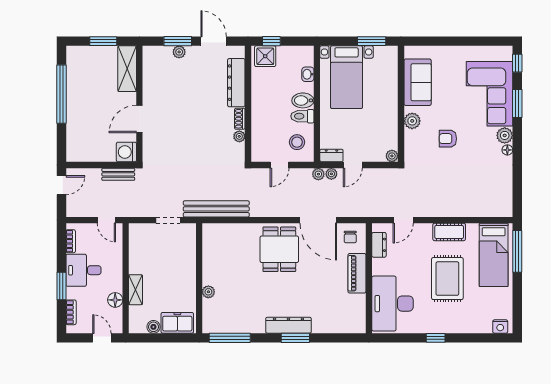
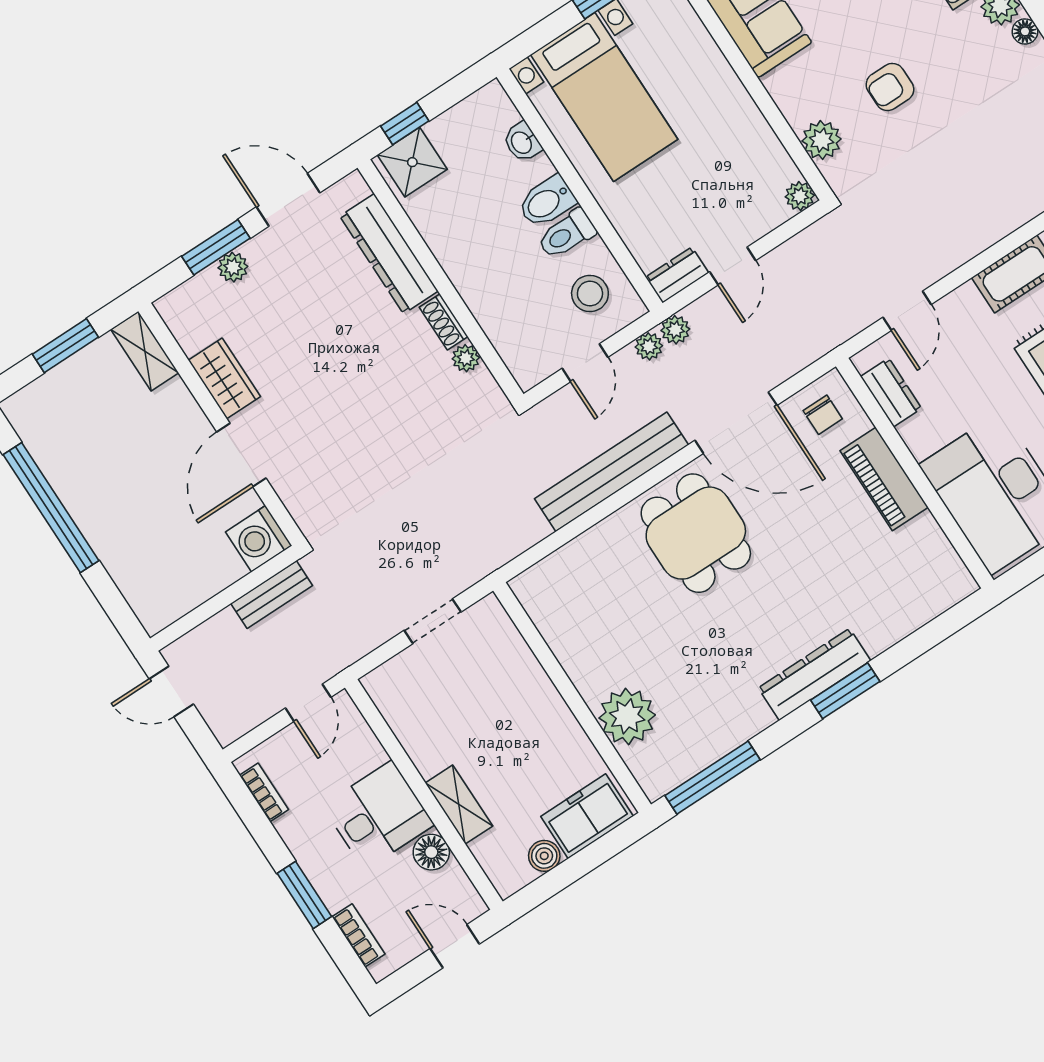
shelving: (127, 69) -> (145, 351), width x0.67, depth x0.75
wardrobe: (151, 89) -> (224, 378), added
plant: (412, 121) -> (822, 140), moved
plant: (331, 174) -> (649, 346), moved
door: (61, 185) -> (171, 692), swing flipped
bench: (216, 209) -> (611, 472), moved
door: (106, 220) -> (308, 703), hinge flipped
desk: (83, 270) -> (378, 815), moved, turned 180
plant: (208, 292) -> (627, 716), width x1.88, depth x1.88

